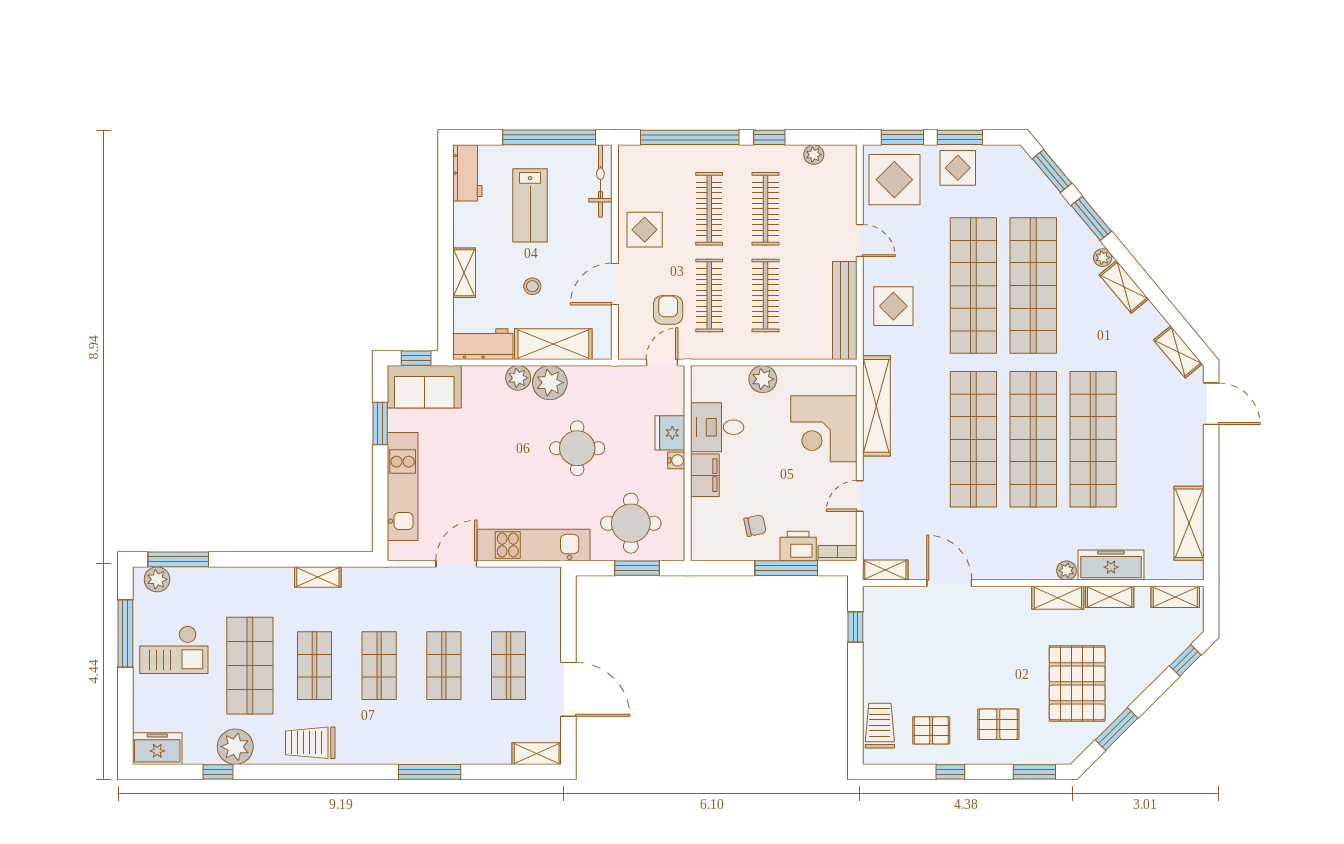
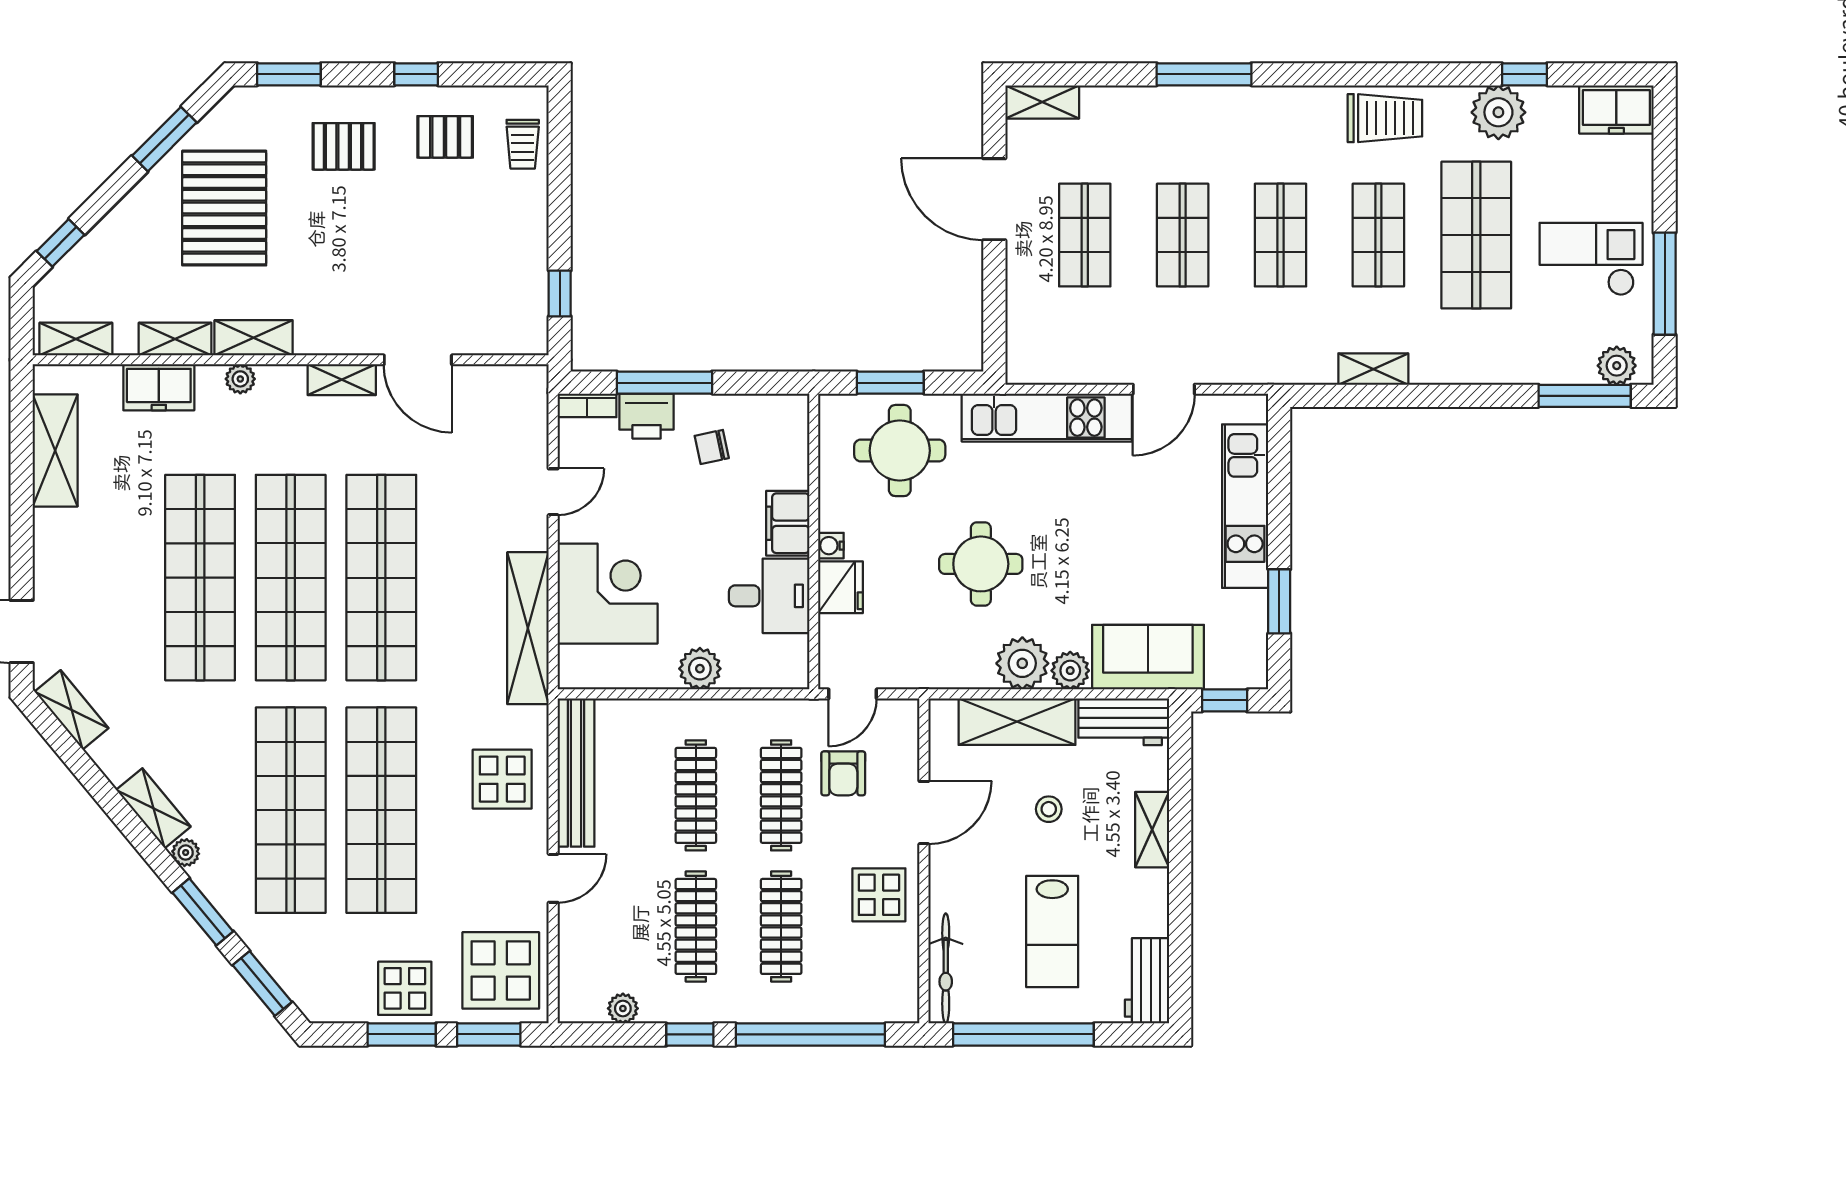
lab bench: (530, 205) -> (1052, 931), turned 180
door: (860, 241) -> (553, 878), swing flipped
sofa: (424, 387) -> (1148, 657), moved
freezer: (1111, 565) -> (159, 387), width x0.71
shelving: (885, 570) -> (342, 380), moved
trolley: (880, 726) -> (523, 144), width x0.73, depth x0.72

